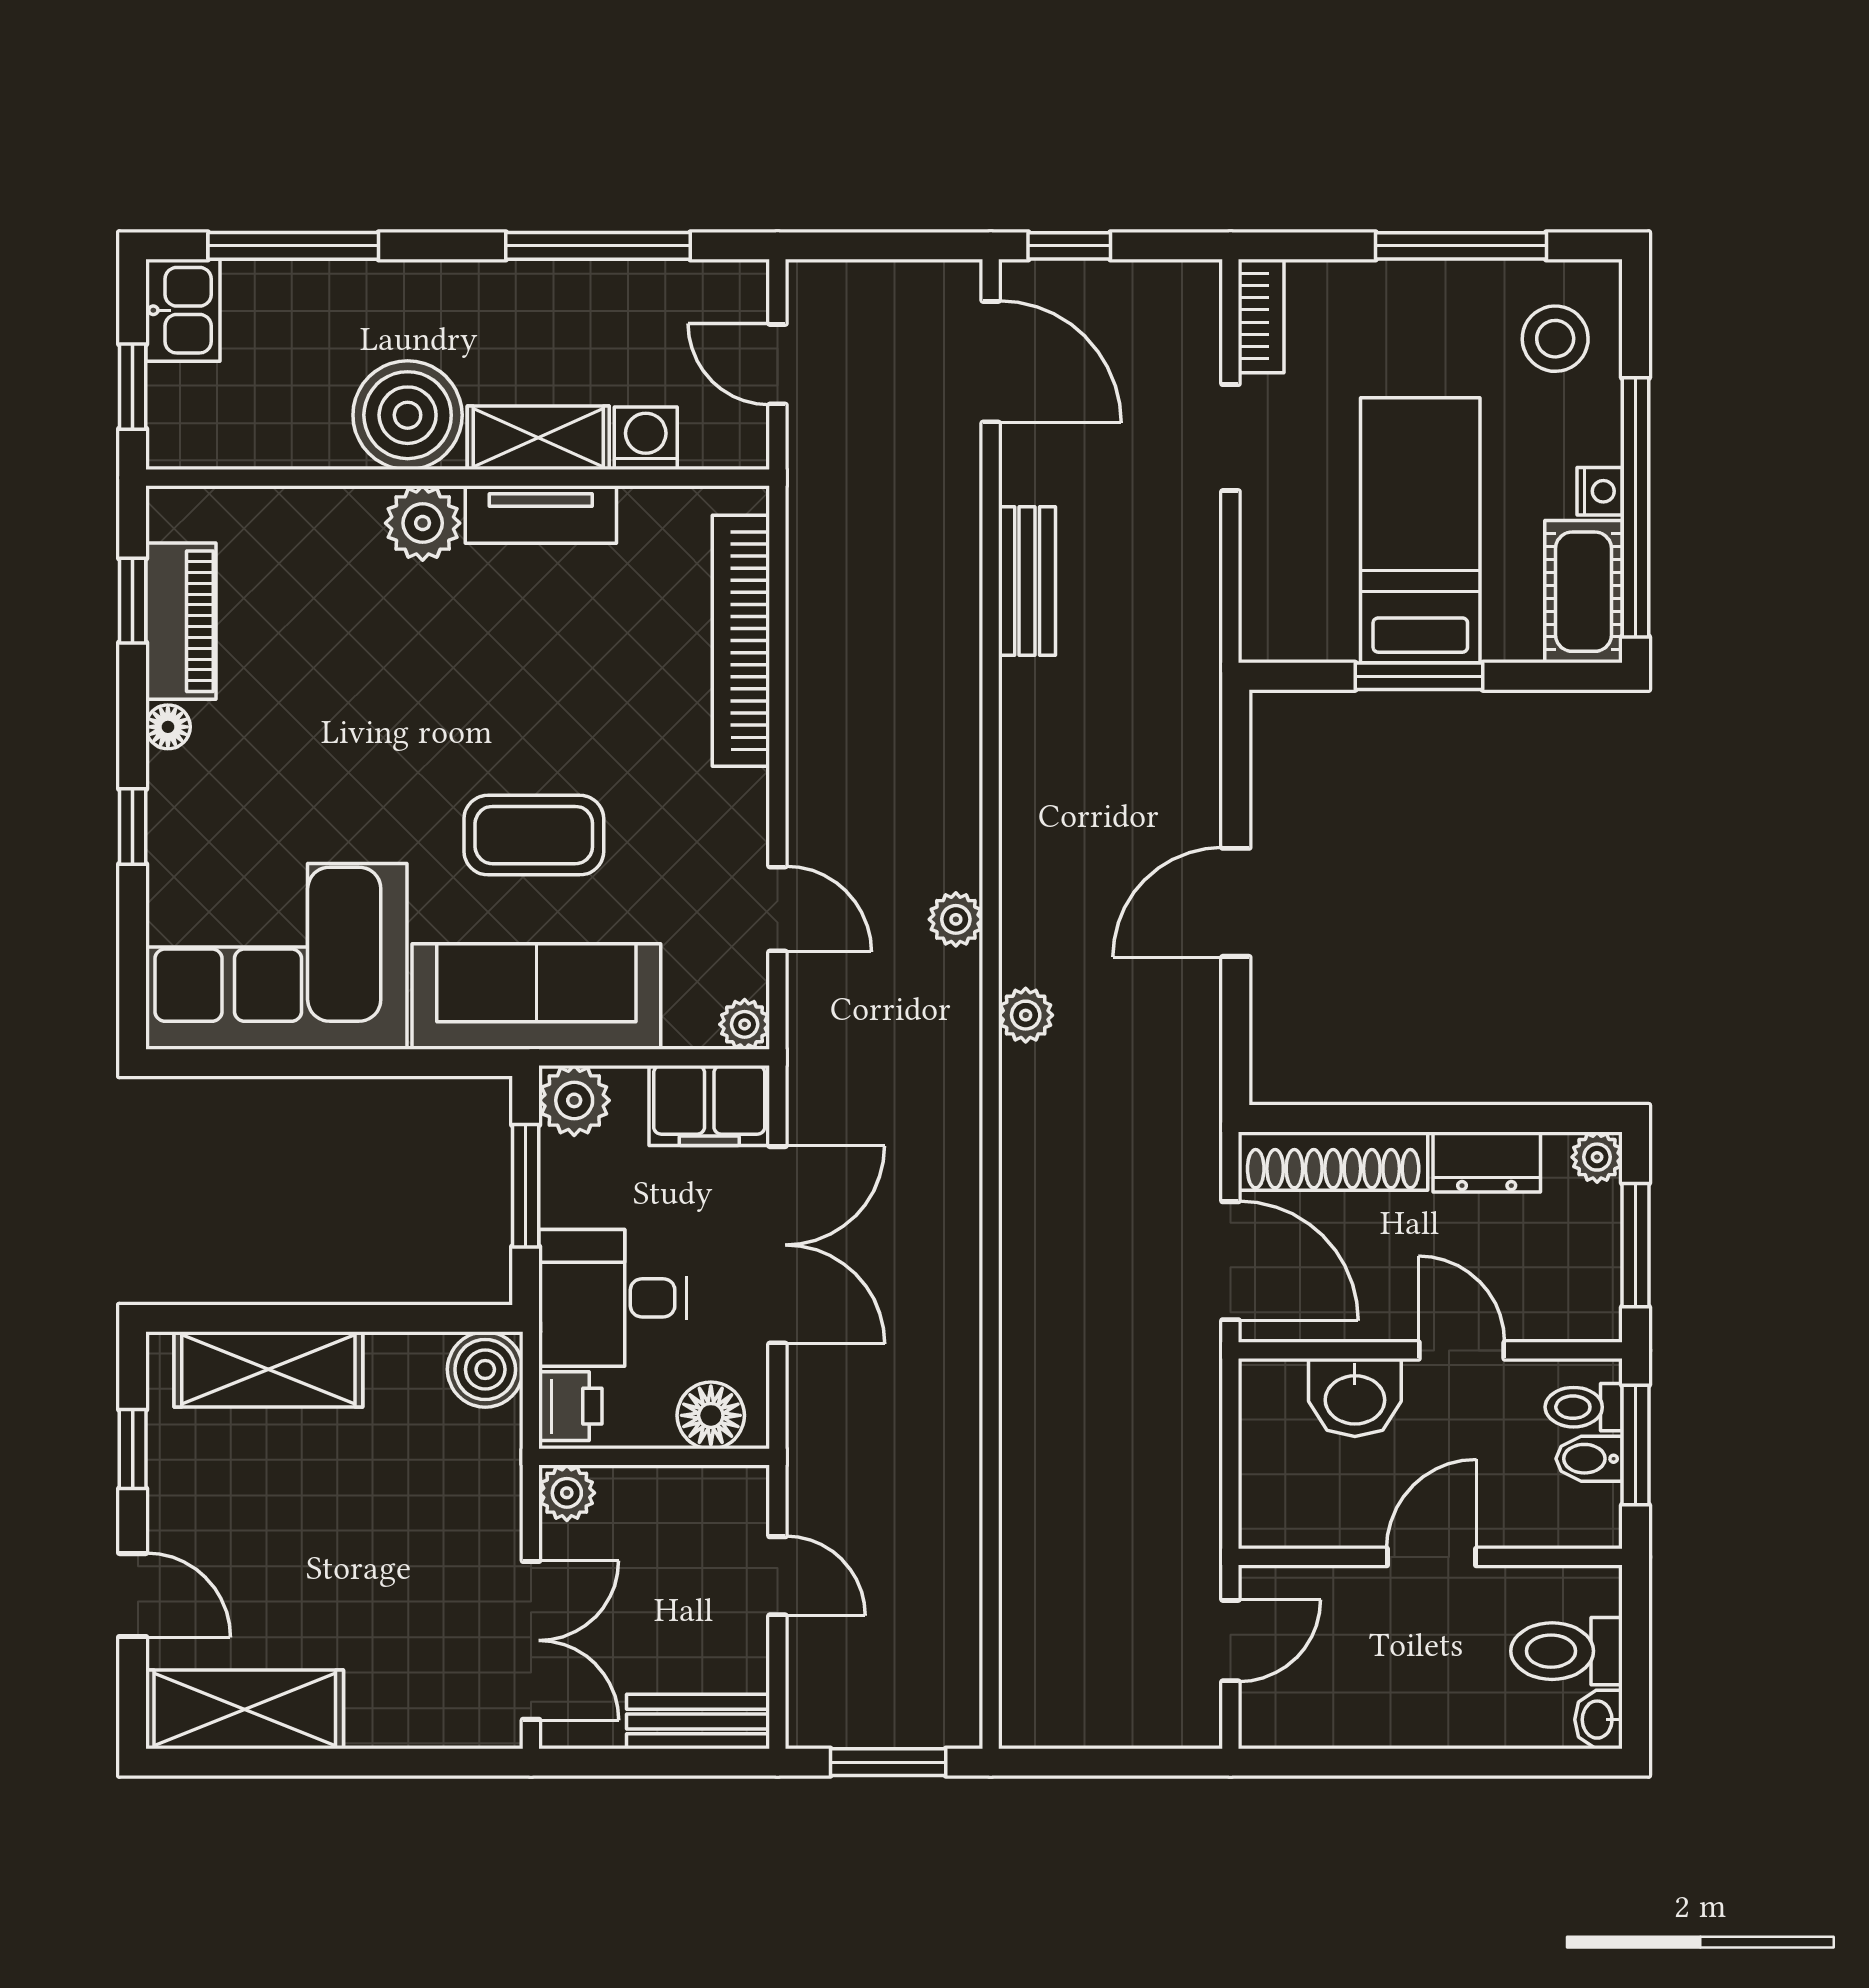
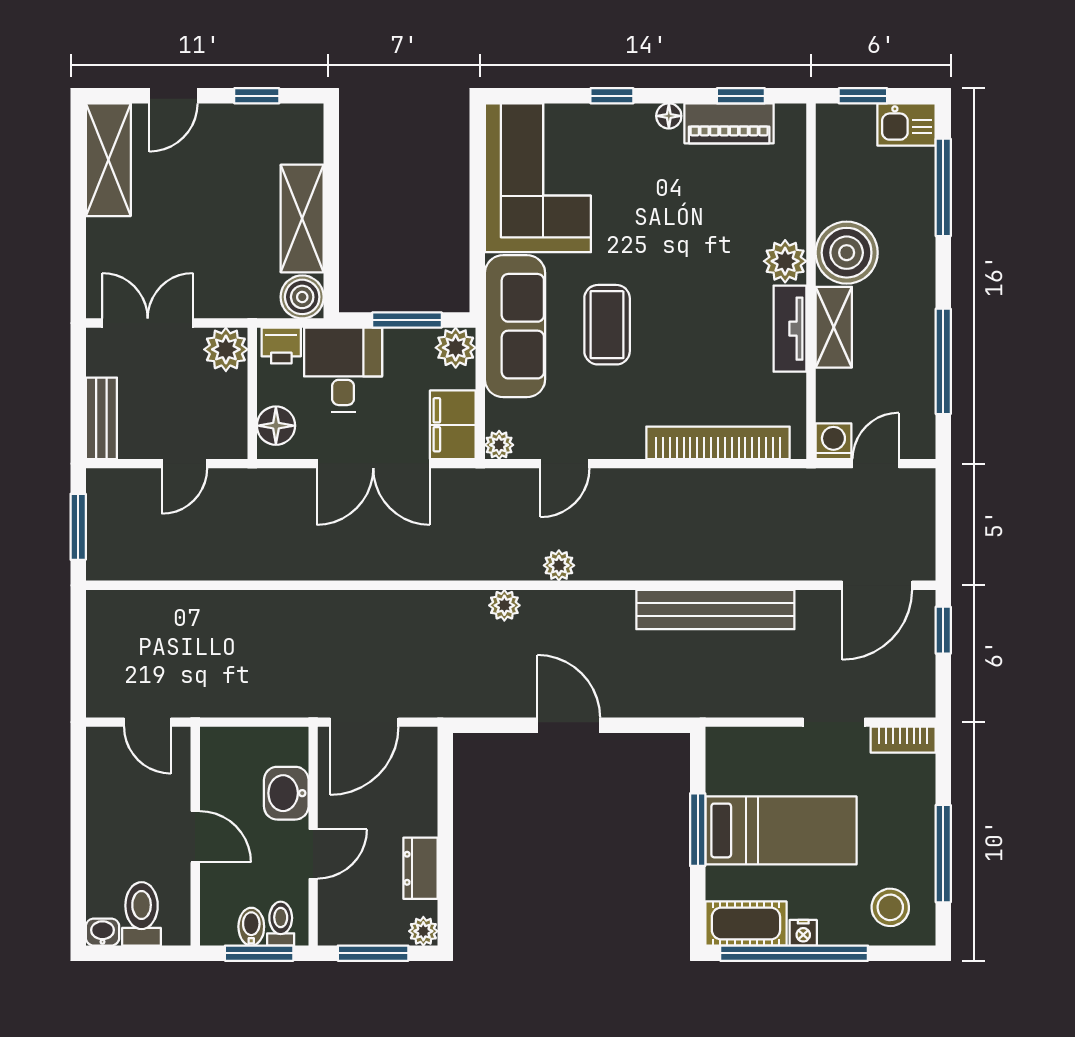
washing machine: (646, 438) -> (833, 441), moved, turned -90
bench: (1027, 581) -> (715, 610), width x1.86, depth x1.21
shoe rack: (1333, 1161) -> (421, 781), removed
shelving: (268, 1369) -> (302, 219), moved
plant: (567, 1493) -> (226, 349), width x1.38, depth x1.38
double door: (531, 1640) -> (148, 323), swing flipped

